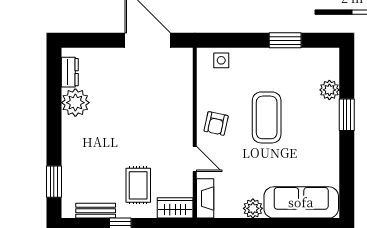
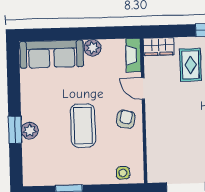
plant: (329, 90) -> (30, 131), moved

